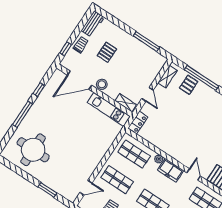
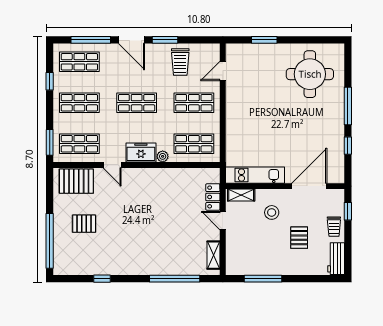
stool: (102, 84) -> (272, 212), moved
pallet: (189, 85) -> (184, 261), removed
locker: (138, 123) -> (213, 197), moved

